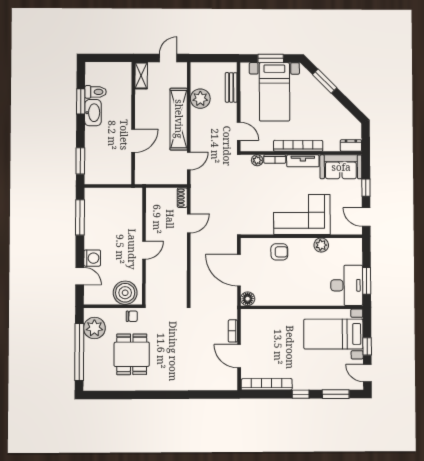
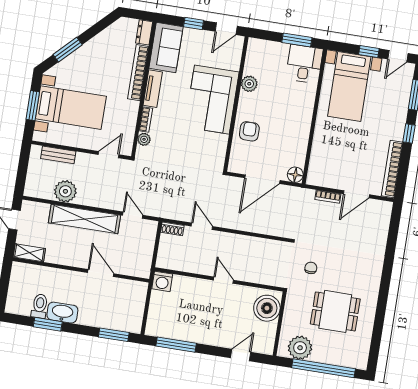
bookcase: (298, 146) -> (138, 73), moved
washing machine: (92, 258) -> (162, 281), moved, turned 180
desk: (347, 285) -> (304, 64), width x0.73
chair: (132, 316) -> (311, 268), moved

